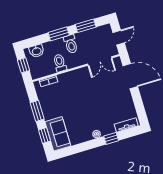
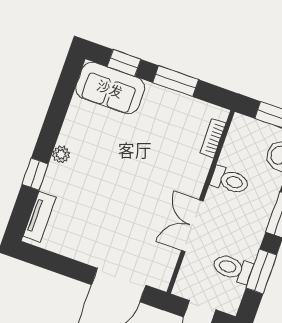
toilet: (71, 44) -> (233, 268), moved
double door: (100, 61) -> (192, 226), moved

